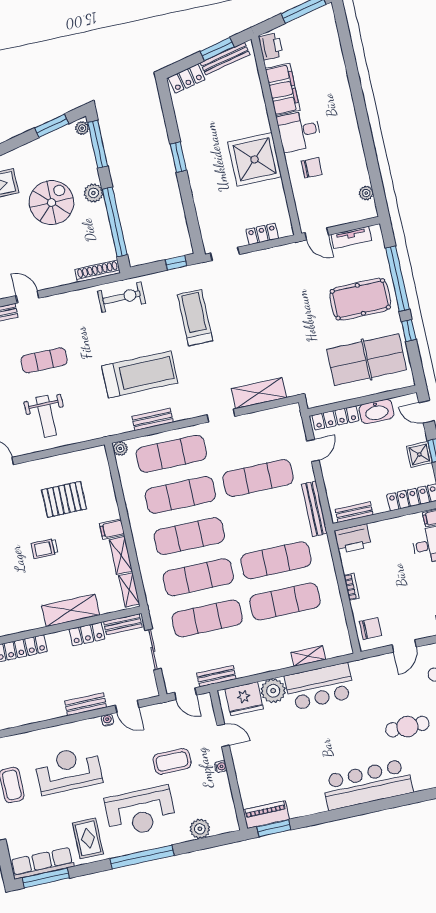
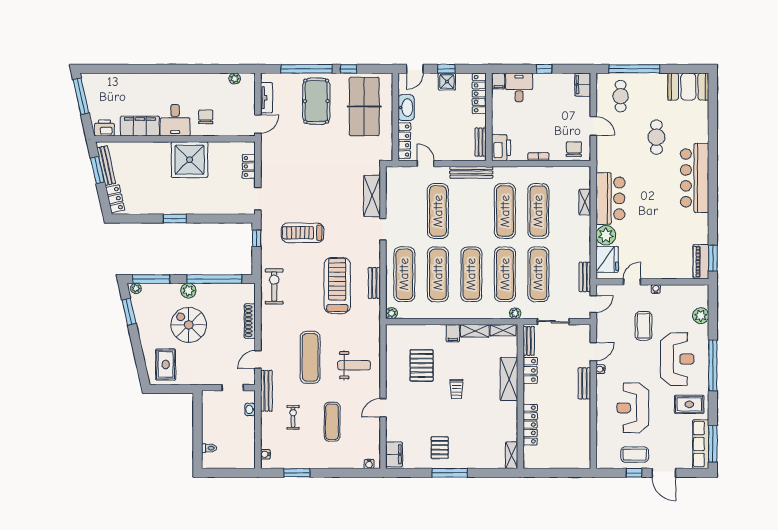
shoe rack: (98, 271) -> (250, 321), moved
exercise mat: (44, 360) -> (310, 357), width x1.36, depth x1.45
plant: (153, 600) -> (515, 313), added

